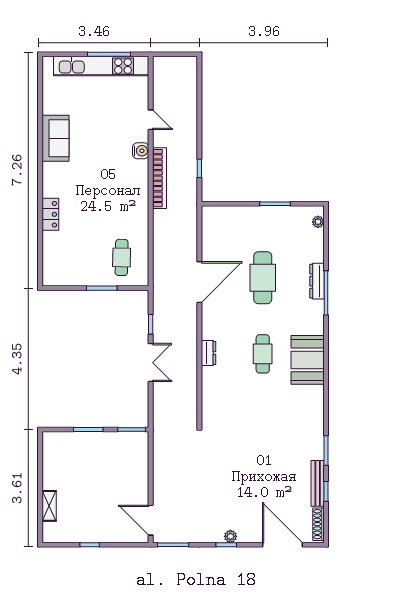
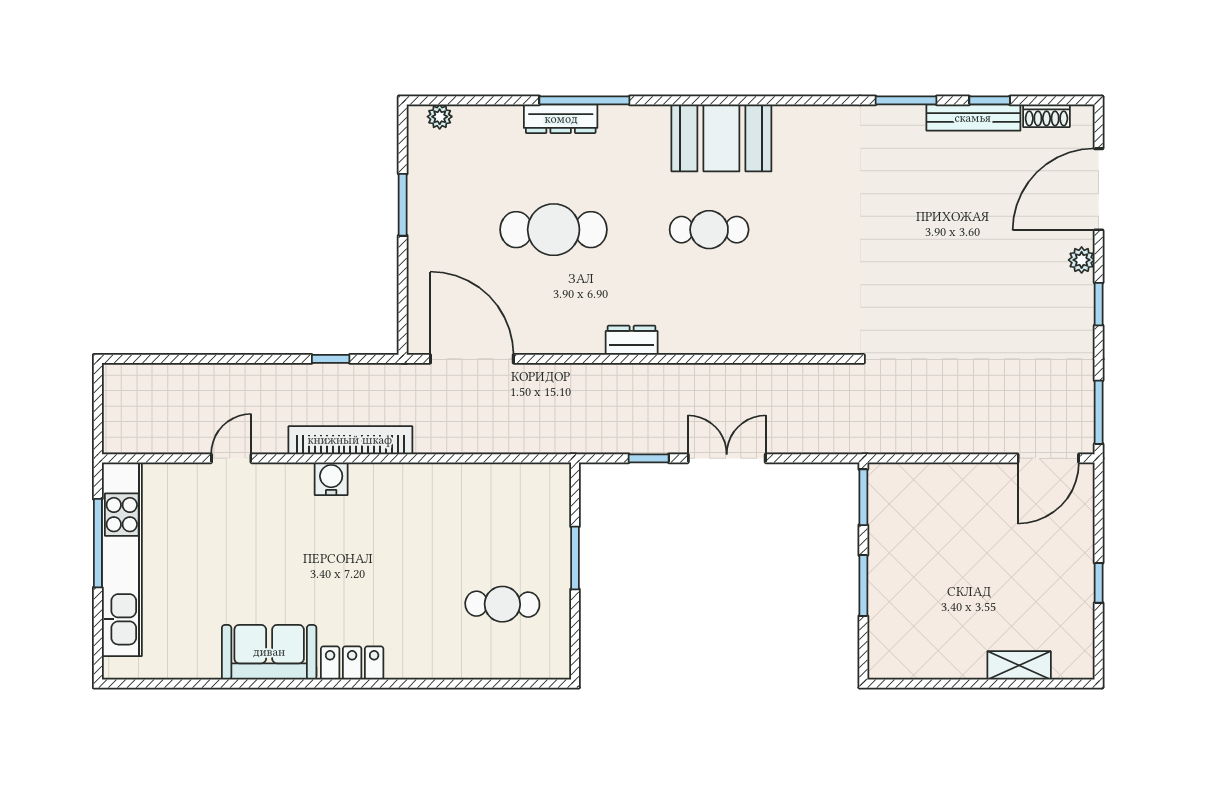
water cooler: (141, 151) -> (331, 479), moved
locker: (50, 214) -> (352, 663), moved
cafe table: (122, 257) -> (502, 604), moved
door: (199, 282) -> (472, 359), moved
dresser: (208, 353) -> (632, 340), moved
shoe rack: (319, 524) -> (1046, 116), width x0.70
plant: (230, 536) -> (1082, 260), moved

